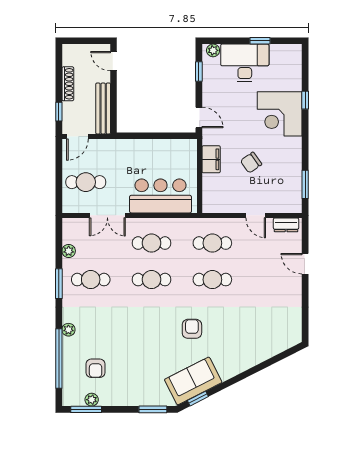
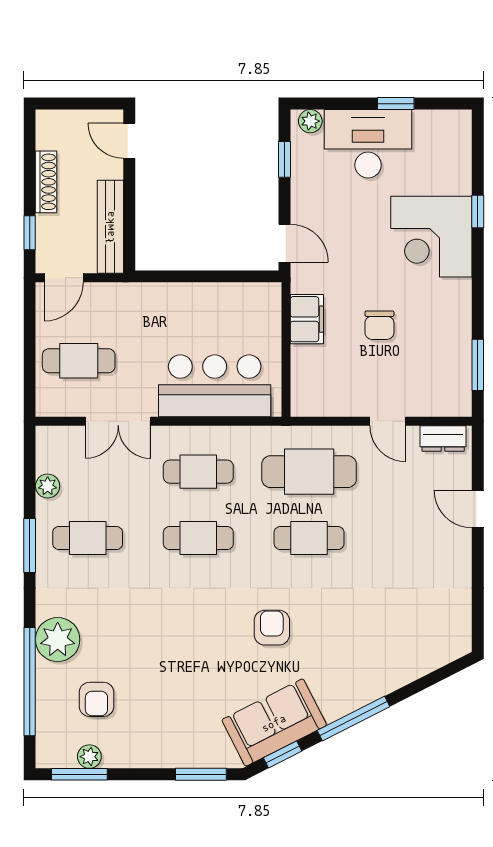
chair: (251, 163) -> (379, 325), turned -55
cafe table: (212, 243) -> (309, 472), width x1.37, depth x1.35
plant: (68, 330) -> (58, 640), width x1.87, depth x1.87
window: (237, 379) -> (353, 719), added

